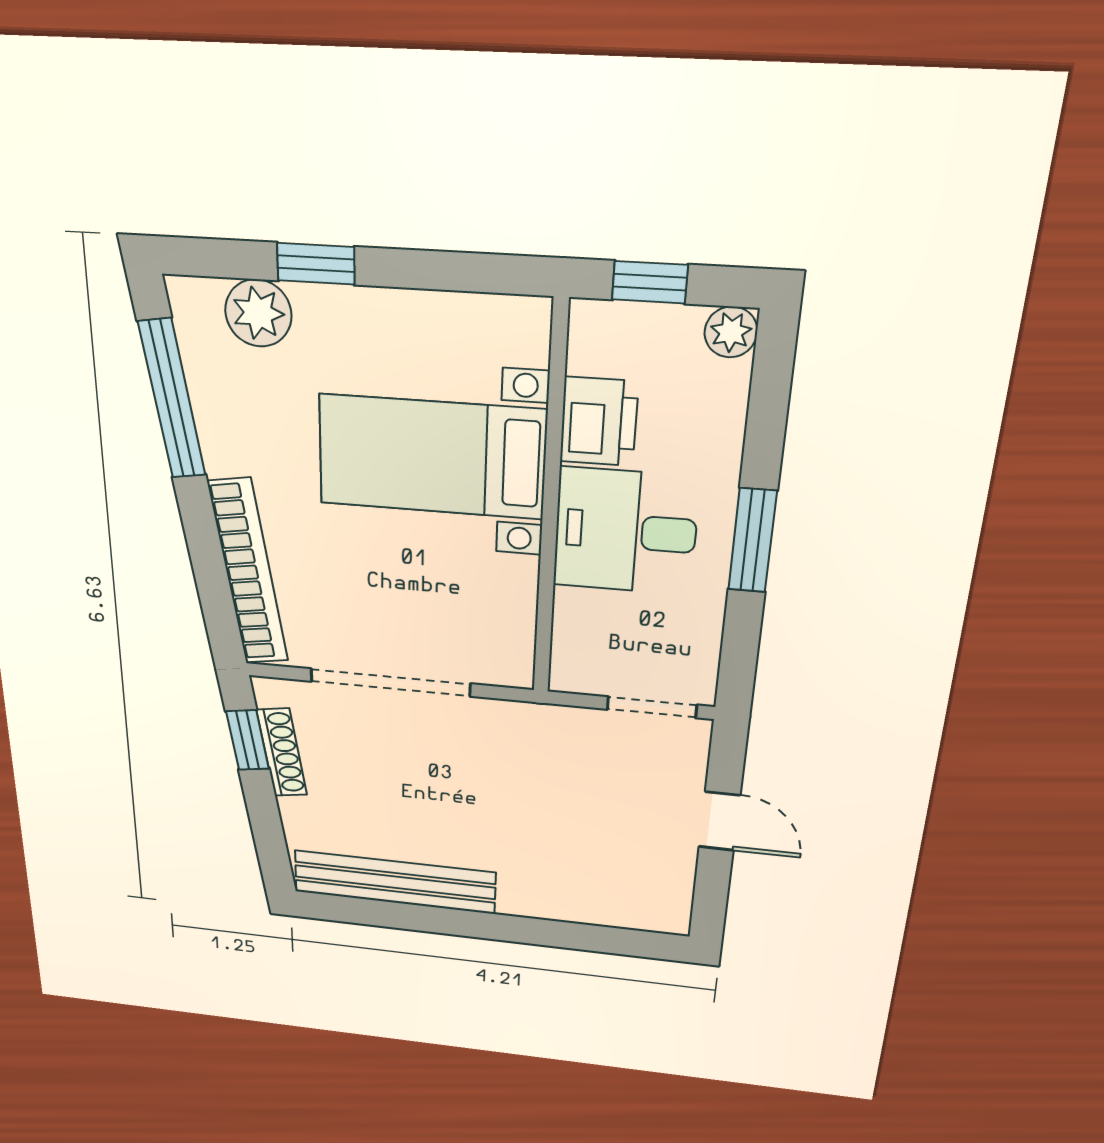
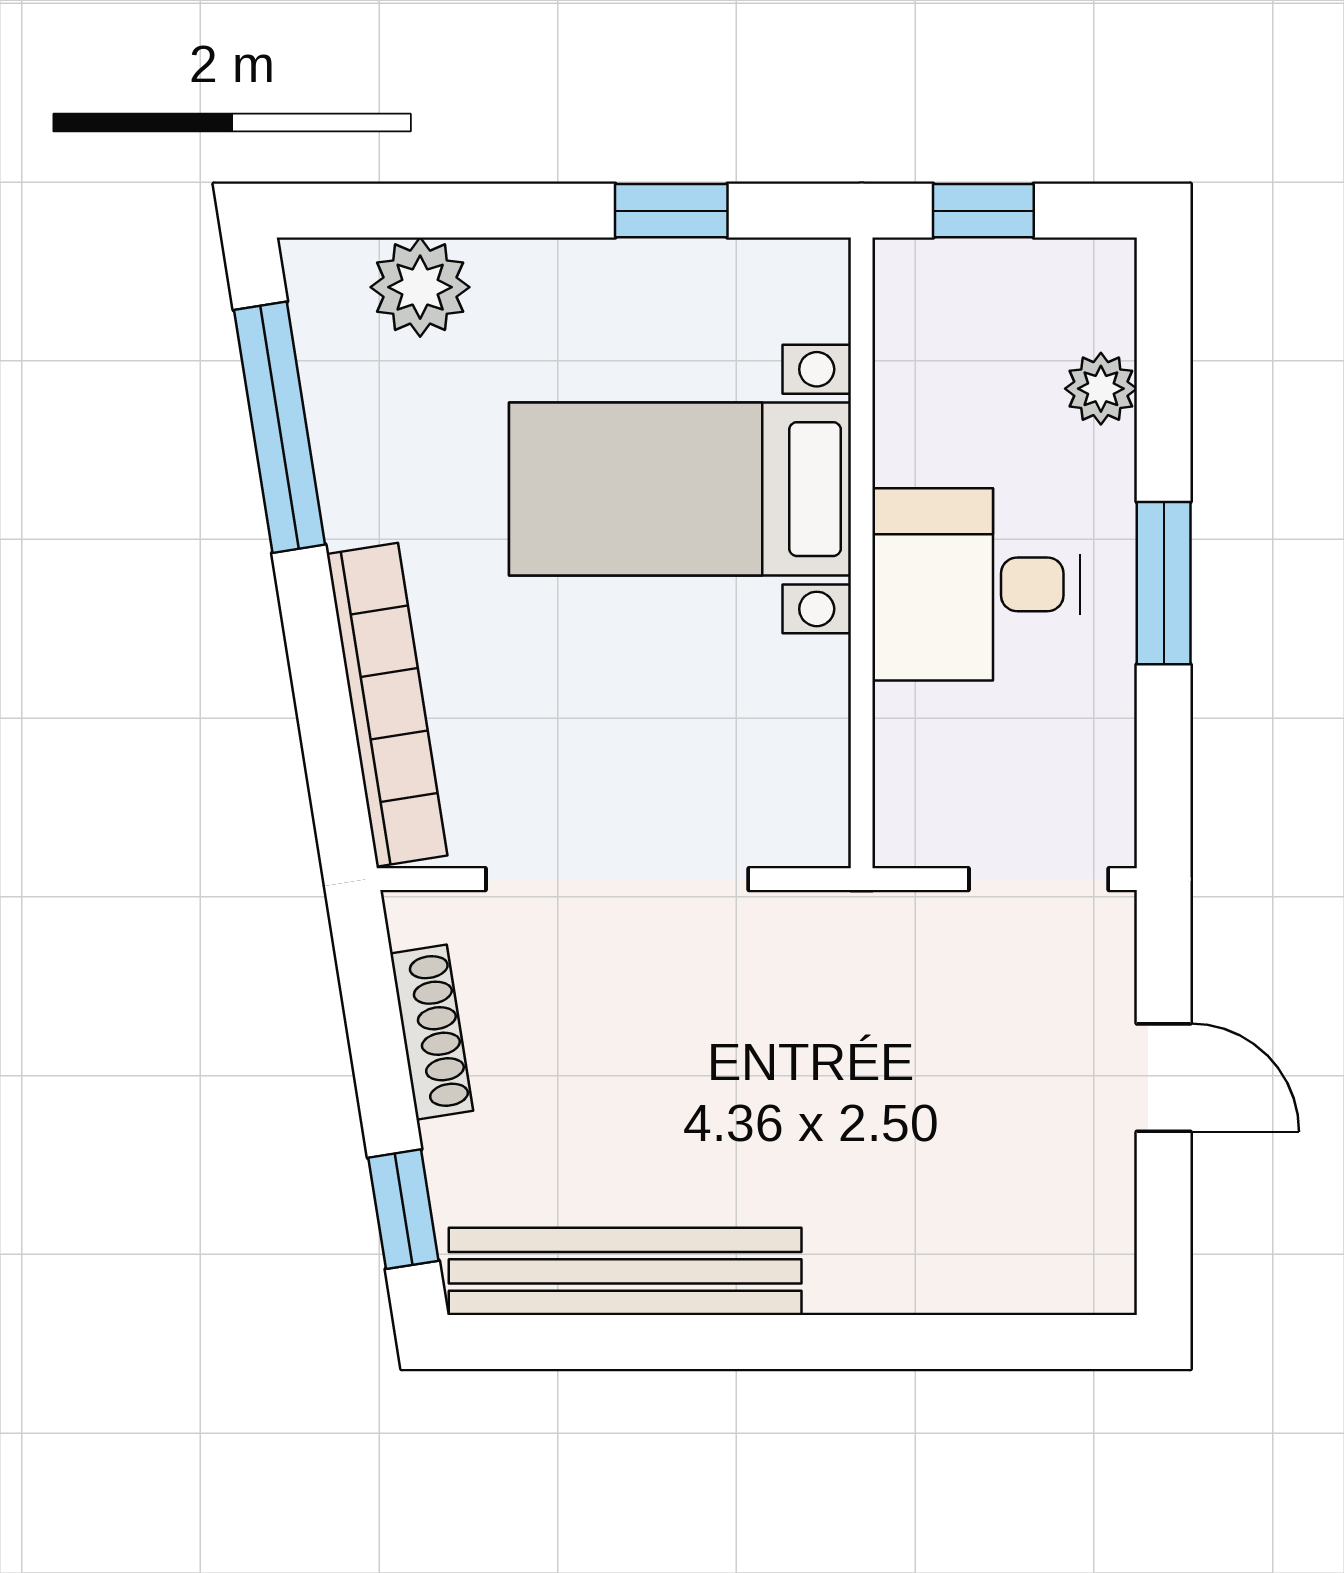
window: (316, 264) -> (671, 211), moved
plant: (731, 332) -> (1101, 389), moved
printer: (599, 422) -> (926, 416), removed
window: (248, 740) -> (403, 1209), moved

